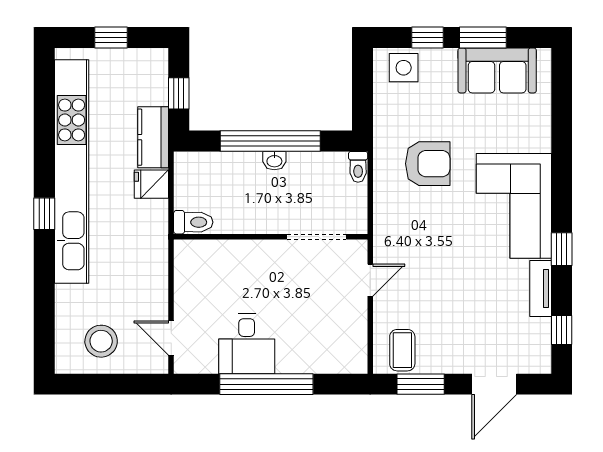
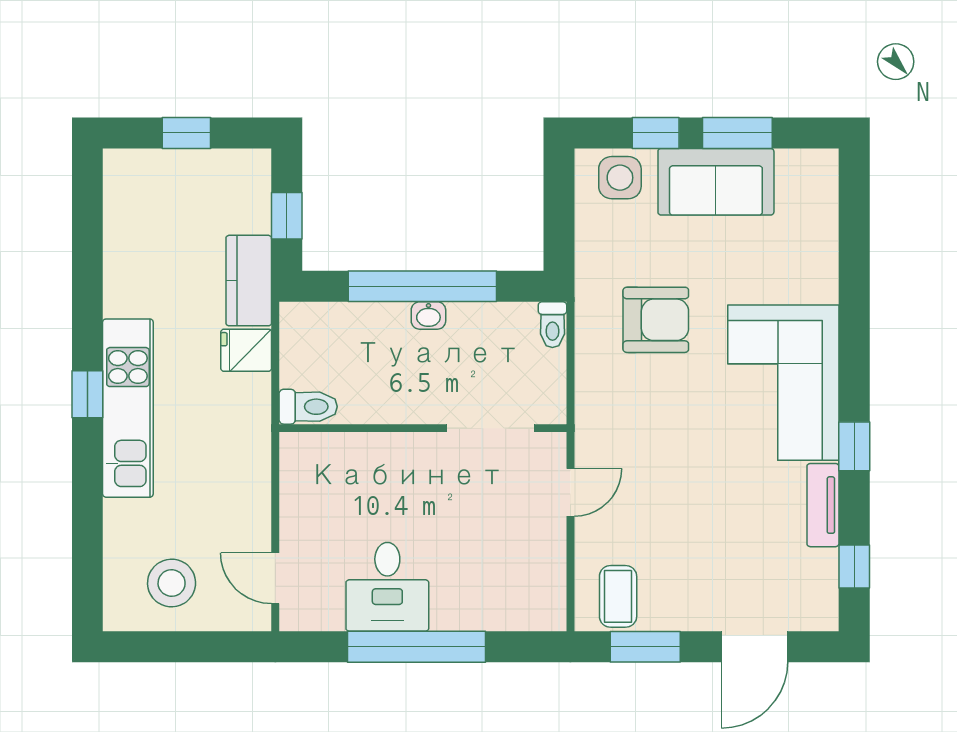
sofa: (497, 70) -> (716, 182), moved
kitchen unit: (72, 171) -> (128, 408), width x0.54

